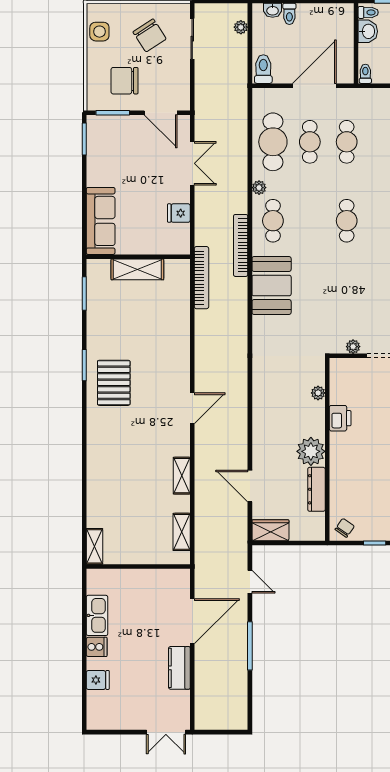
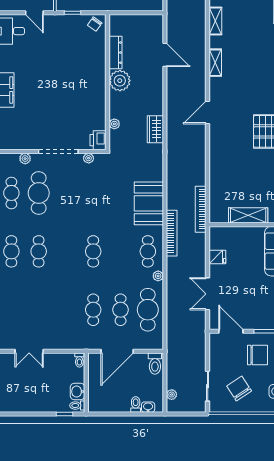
printer: (340, 418) -> (98, 140), moved
wardrobe: (270, 530) -> (155, 129), moved, turned 90

